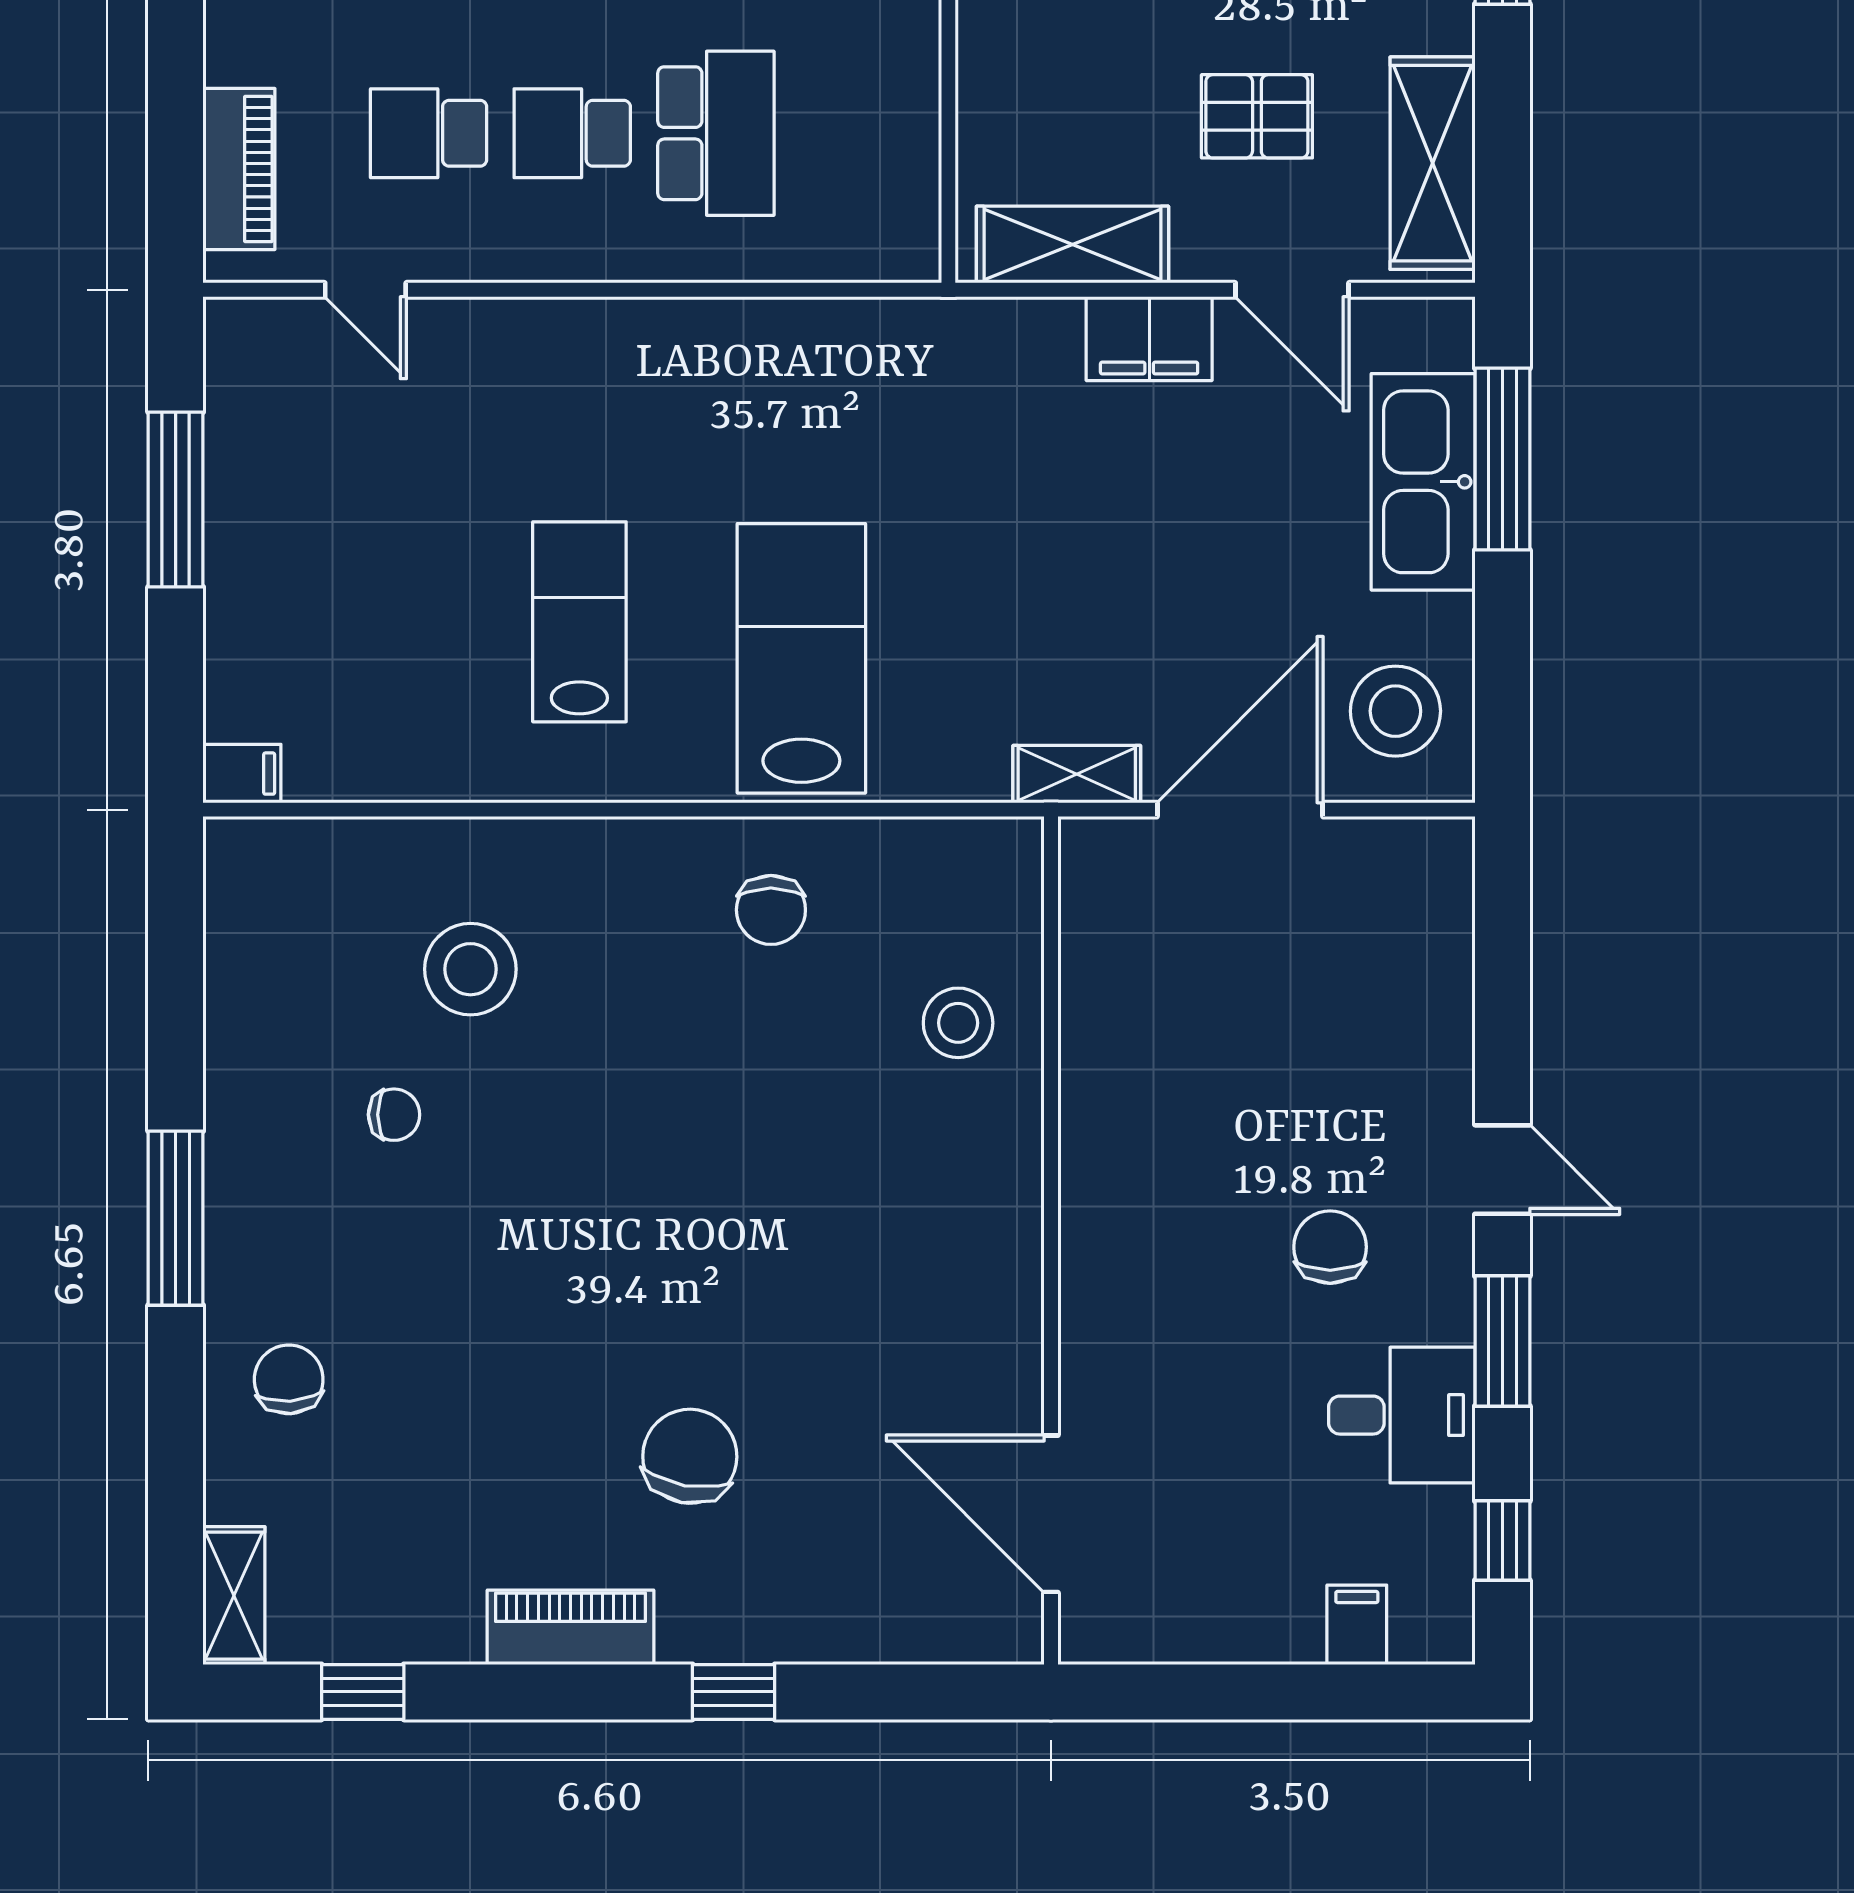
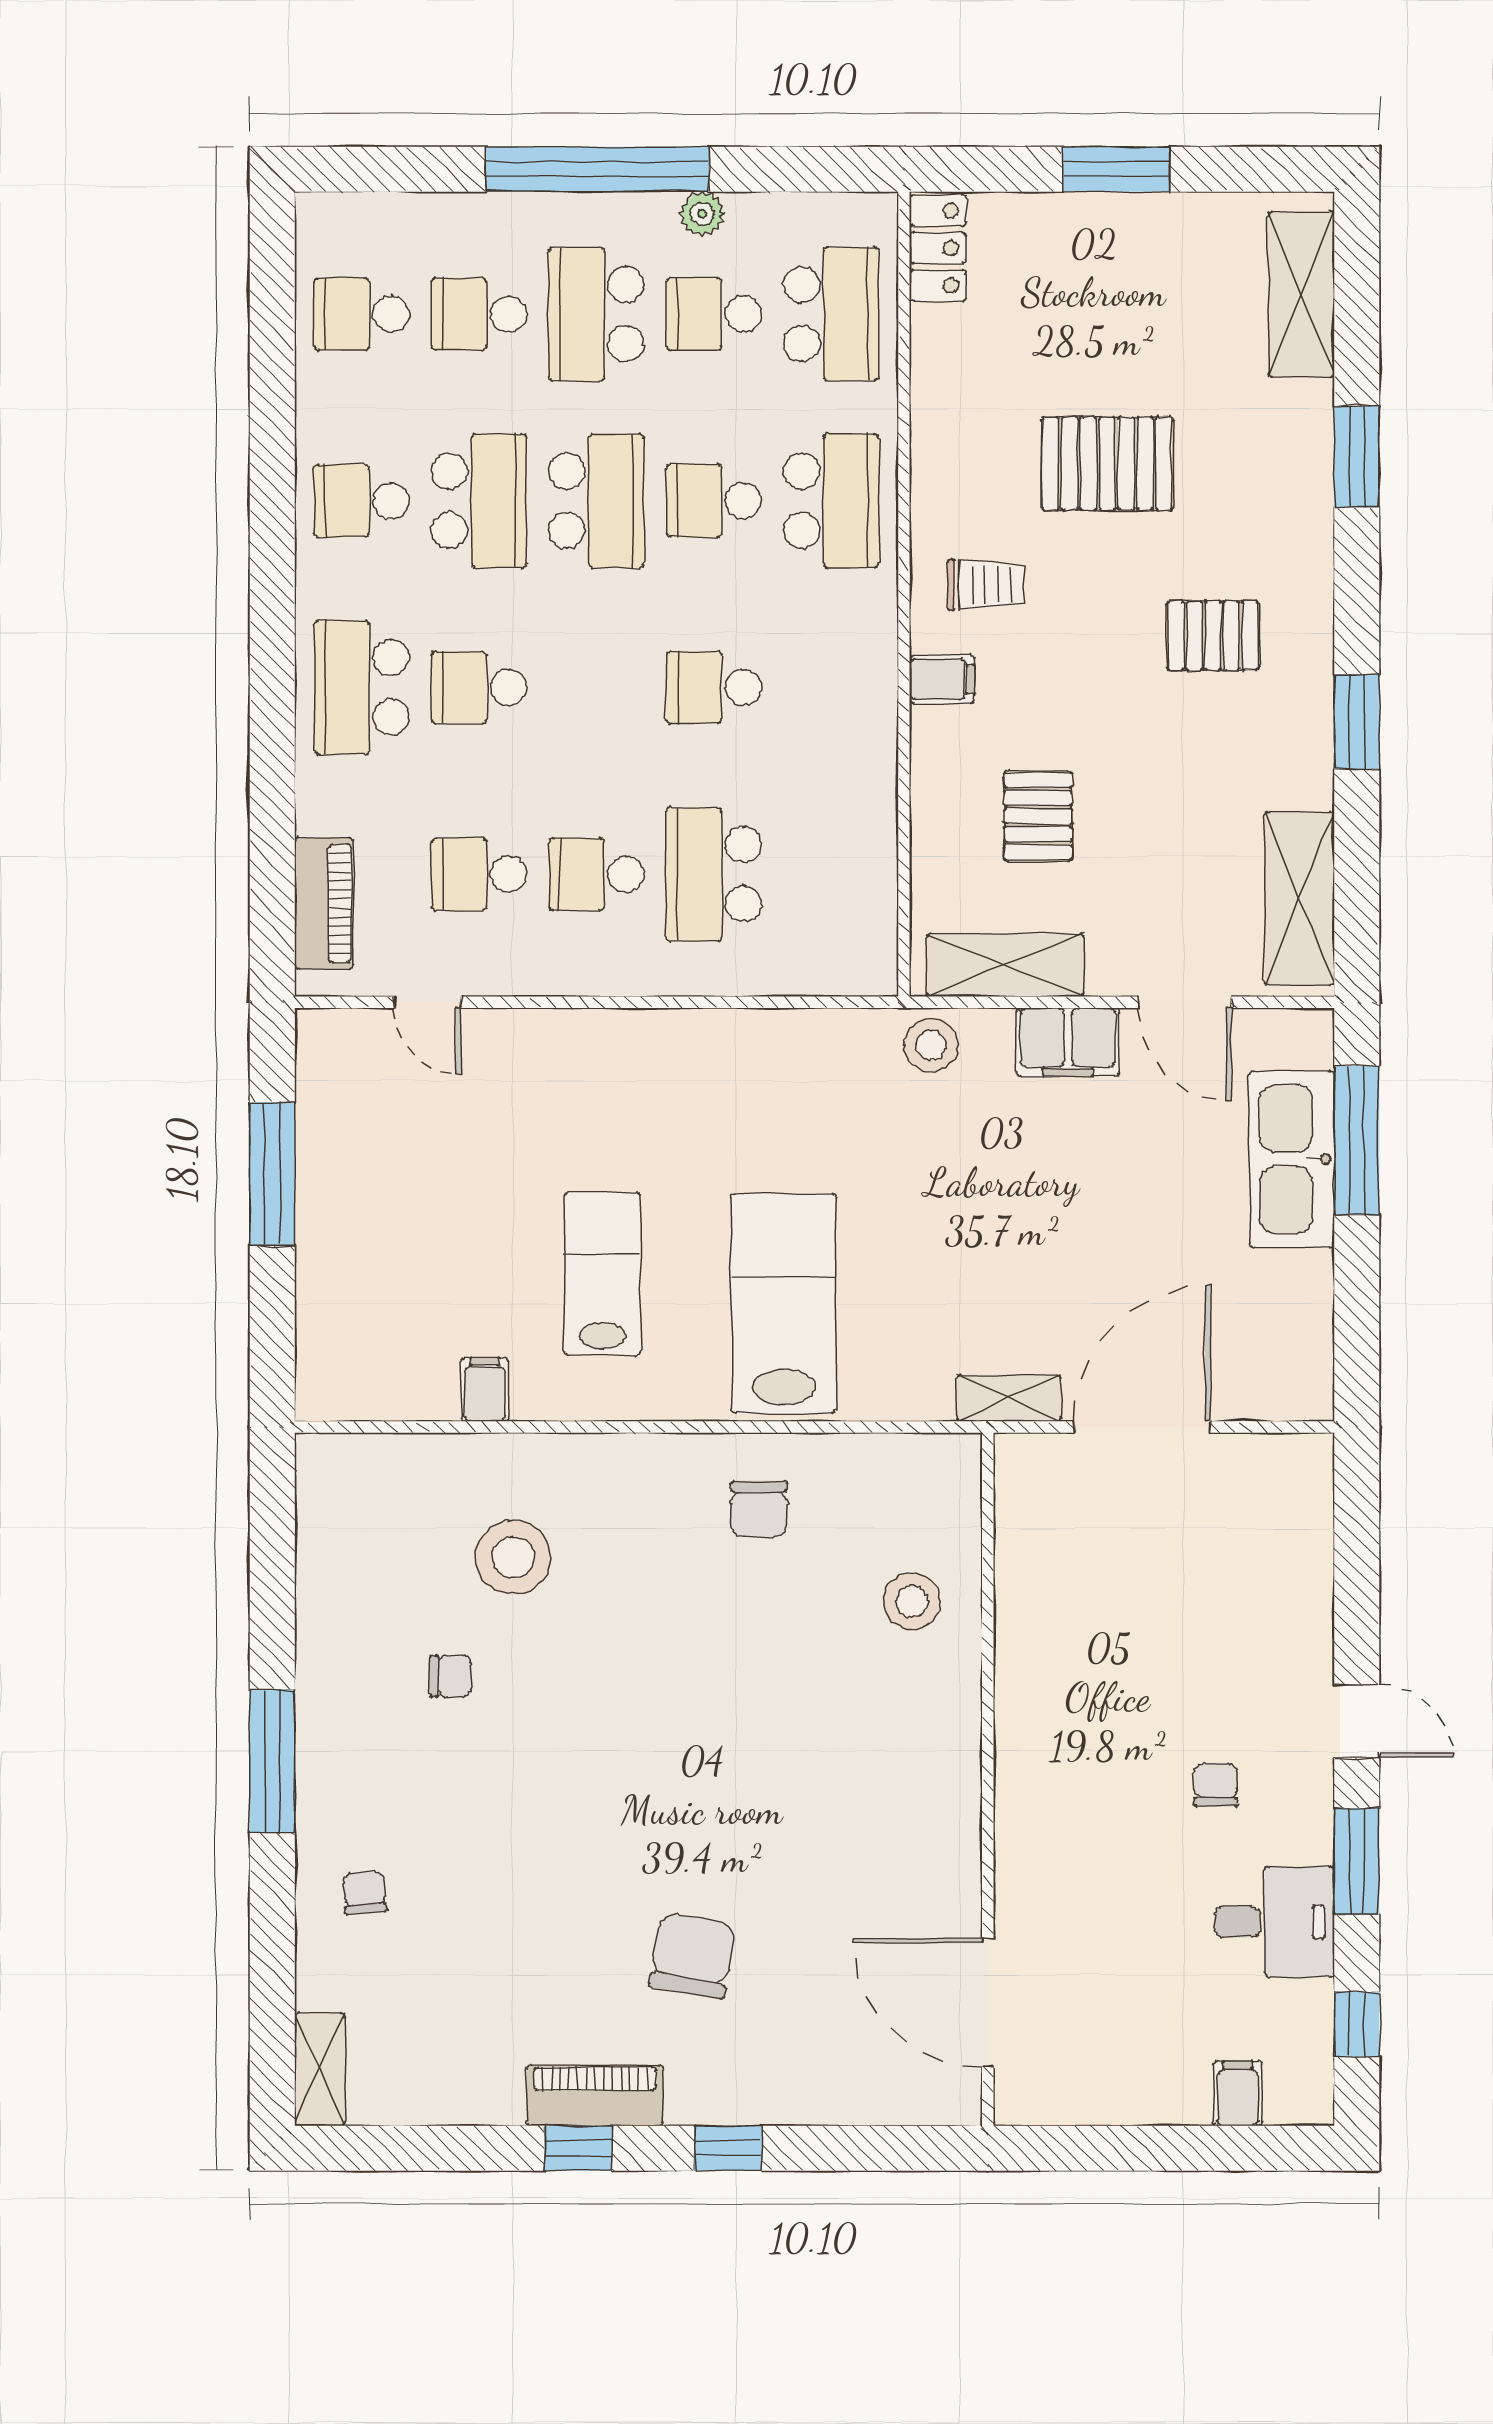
pallet: (1257, 116) -> (1038, 816), moved, turned 90
school desk: (716, 133) -> (714, 874), turned 180
stool: (1395, 711) -> (931, 1045), moved, width x0.73, depth x0.73
filing cabinet: (242, 774) -> (485, 1390), moved, turned -90
chair: (1330, 1247) -> (1216, 1785), width x0.73, depth x0.73
chair: (289, 1379) -> (365, 1893), width x0.73, depth x0.73
window: (363, 1692) -> (578, 2148), moved

